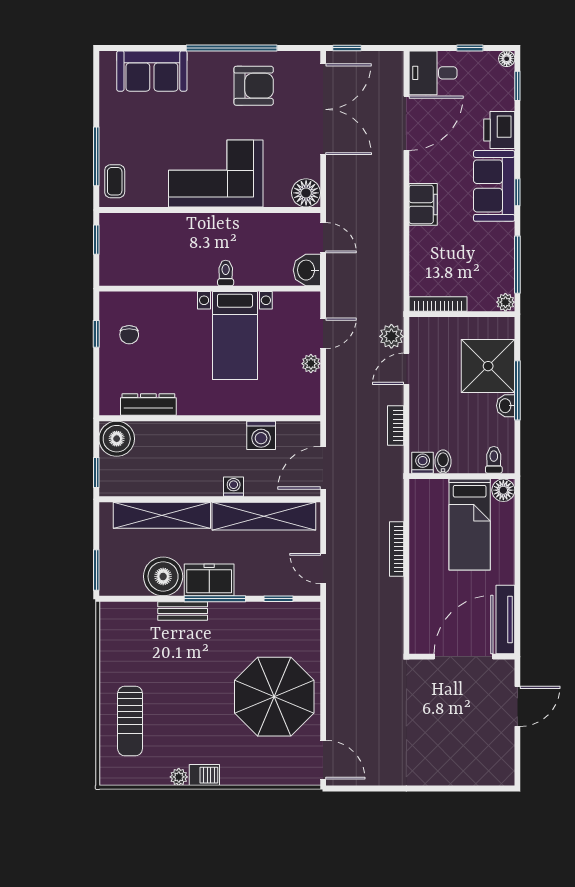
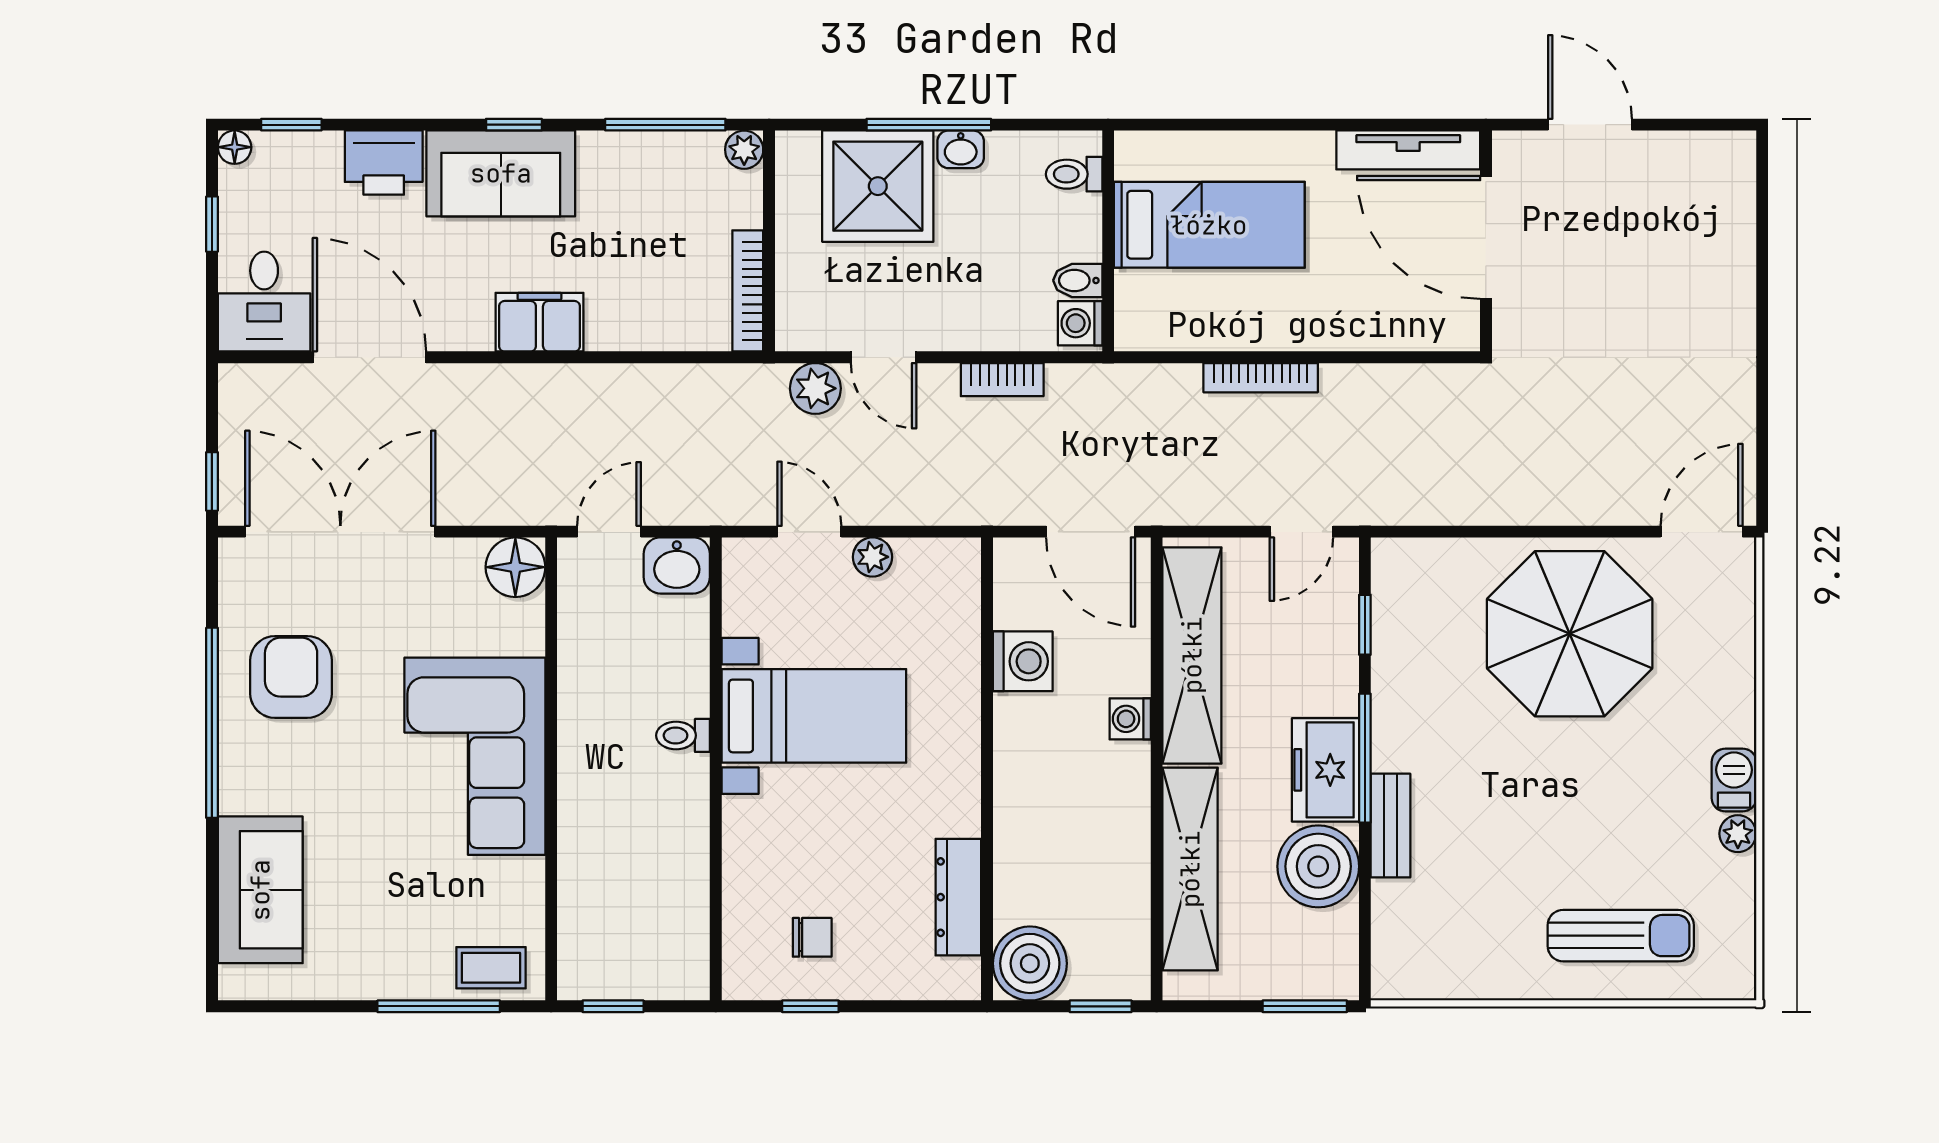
floor lamp: (503, 490) -> (1138, 154), removed

